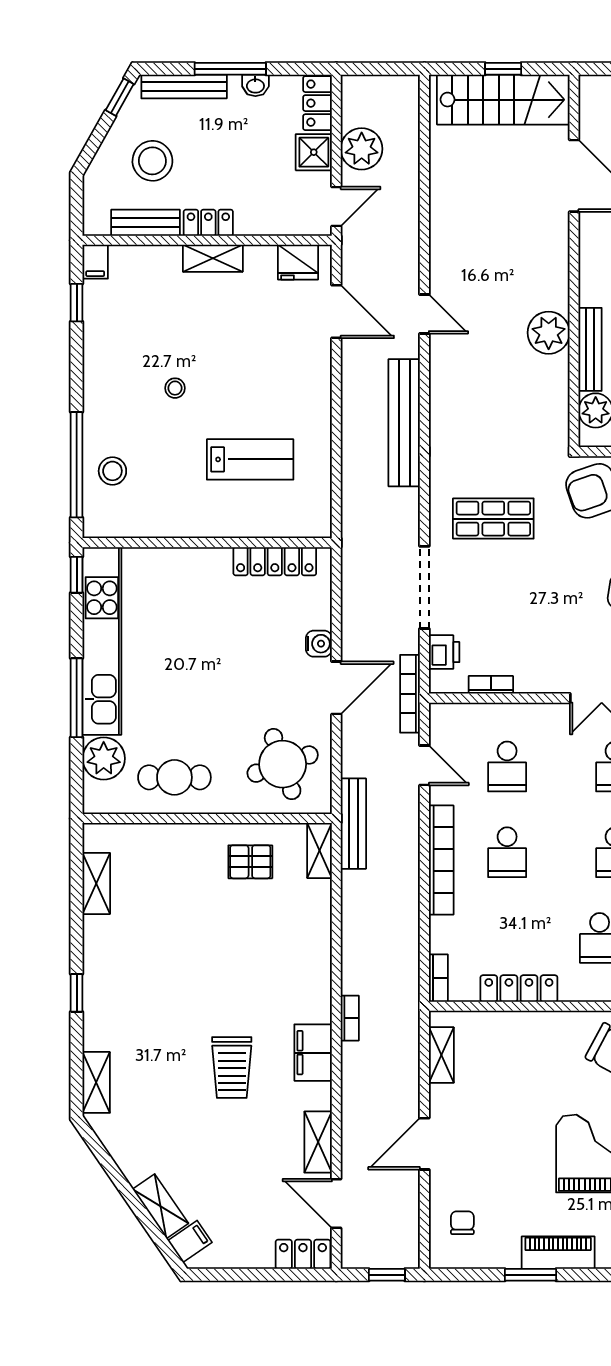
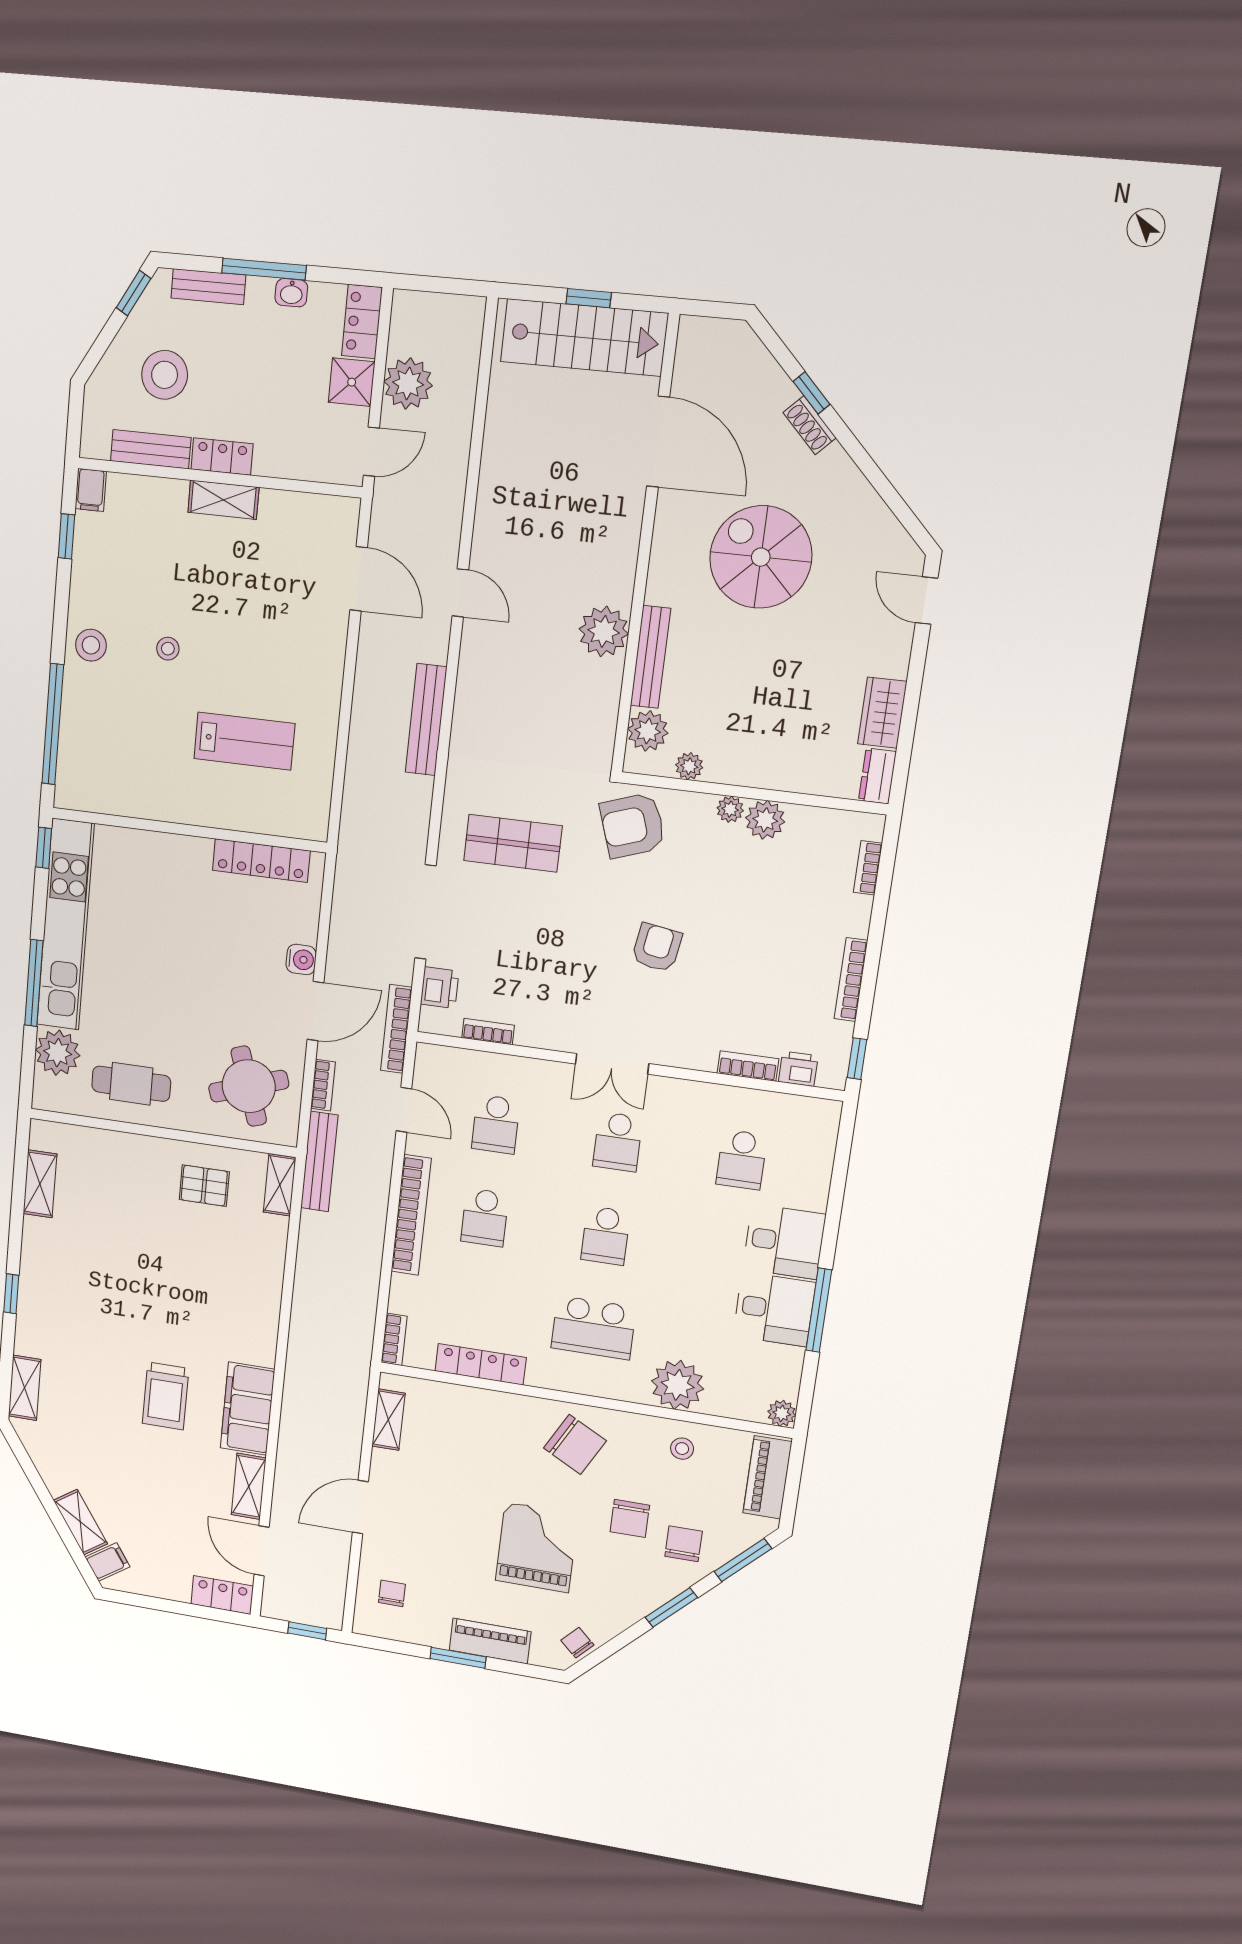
bench: (184, 87) -> (208, 287), width x0.73
fridge: (298, 262) -> (320, 515), removed
bench: (404, 423) -> (426, 720), width x0.73, depth x0.82
stool: (112, 471) -> (91, 645), moved
bookcase: (350, 1018) -> (323, 1085), moved
filing cabinet: (313, 1053) -> (248, 1409), width x1.50, depth x1.17

